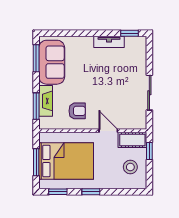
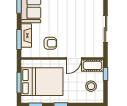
door: (108, 131) -> (74, 58), swing flipped

